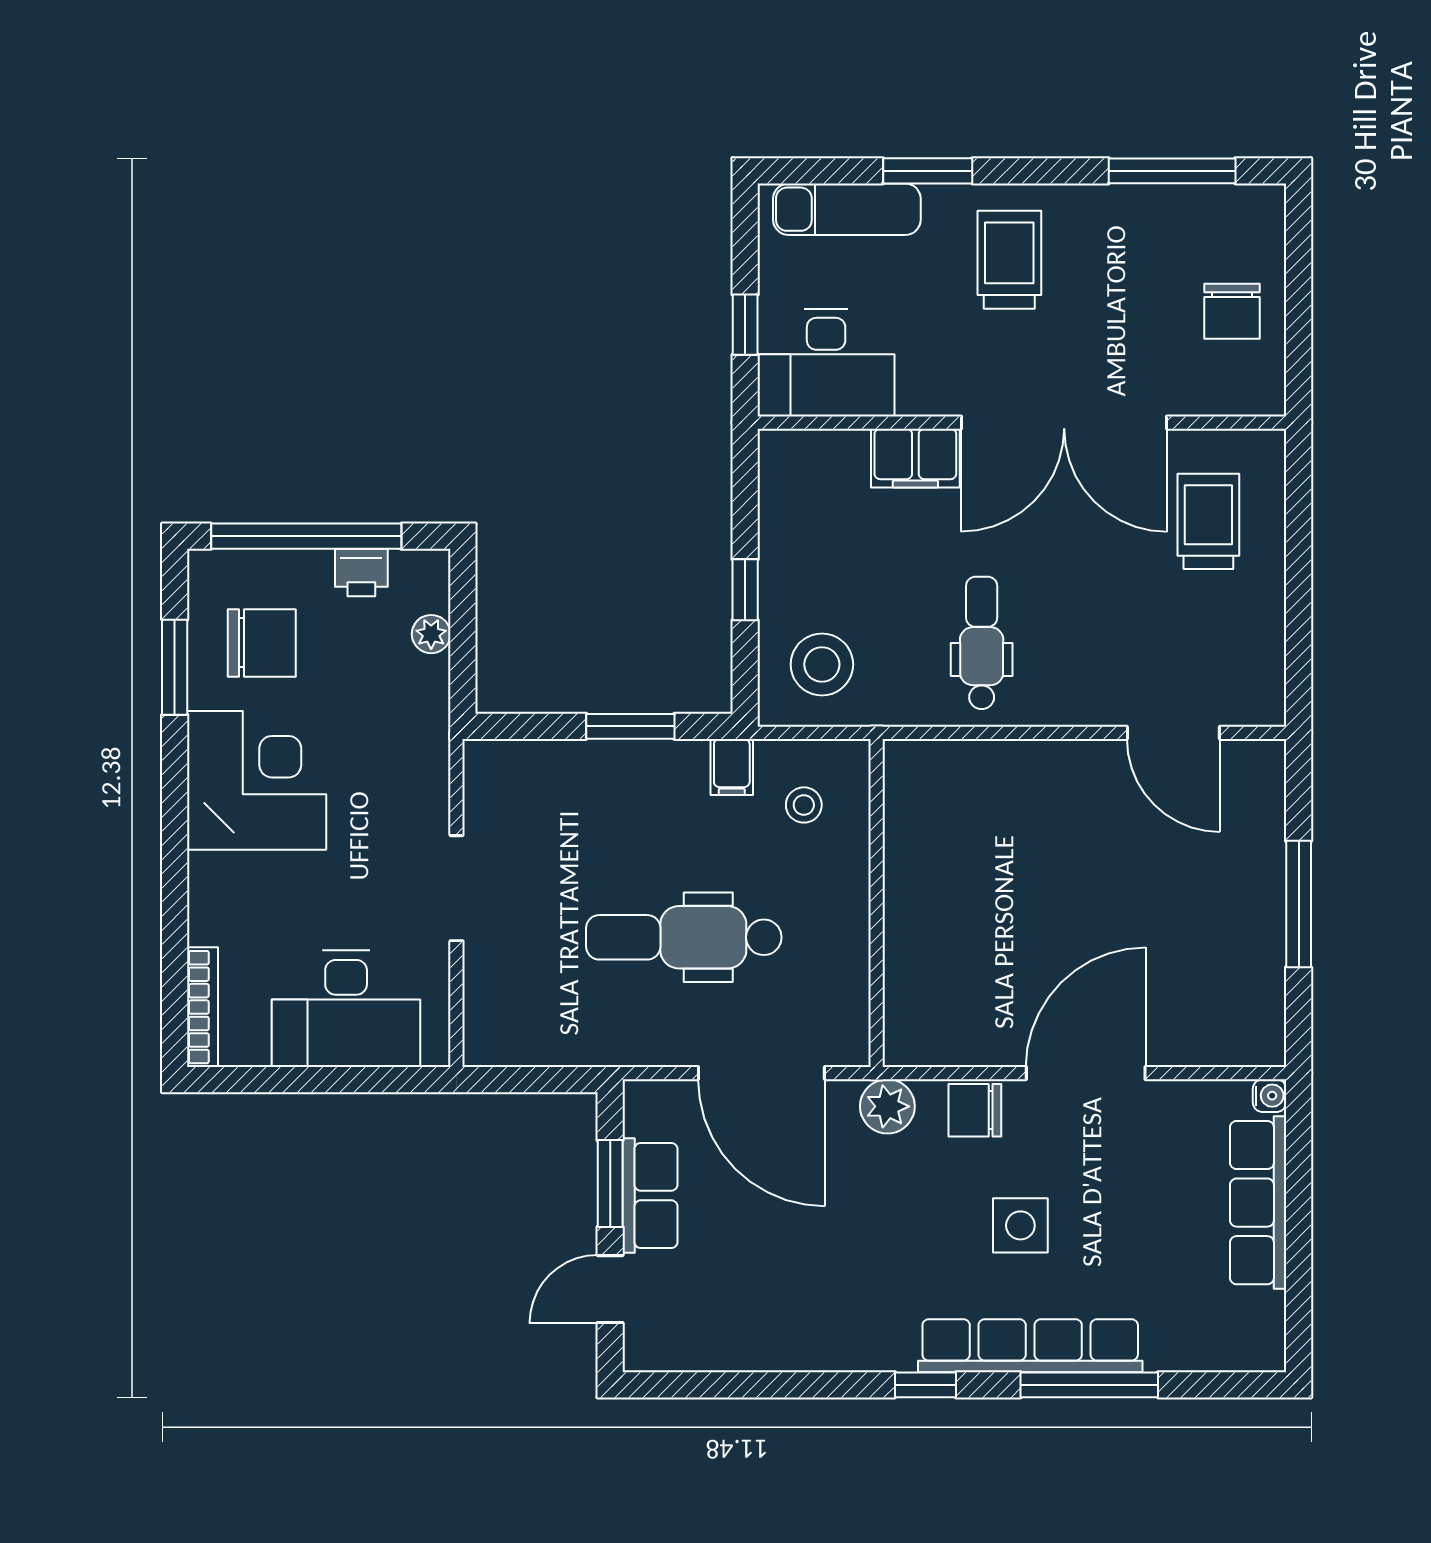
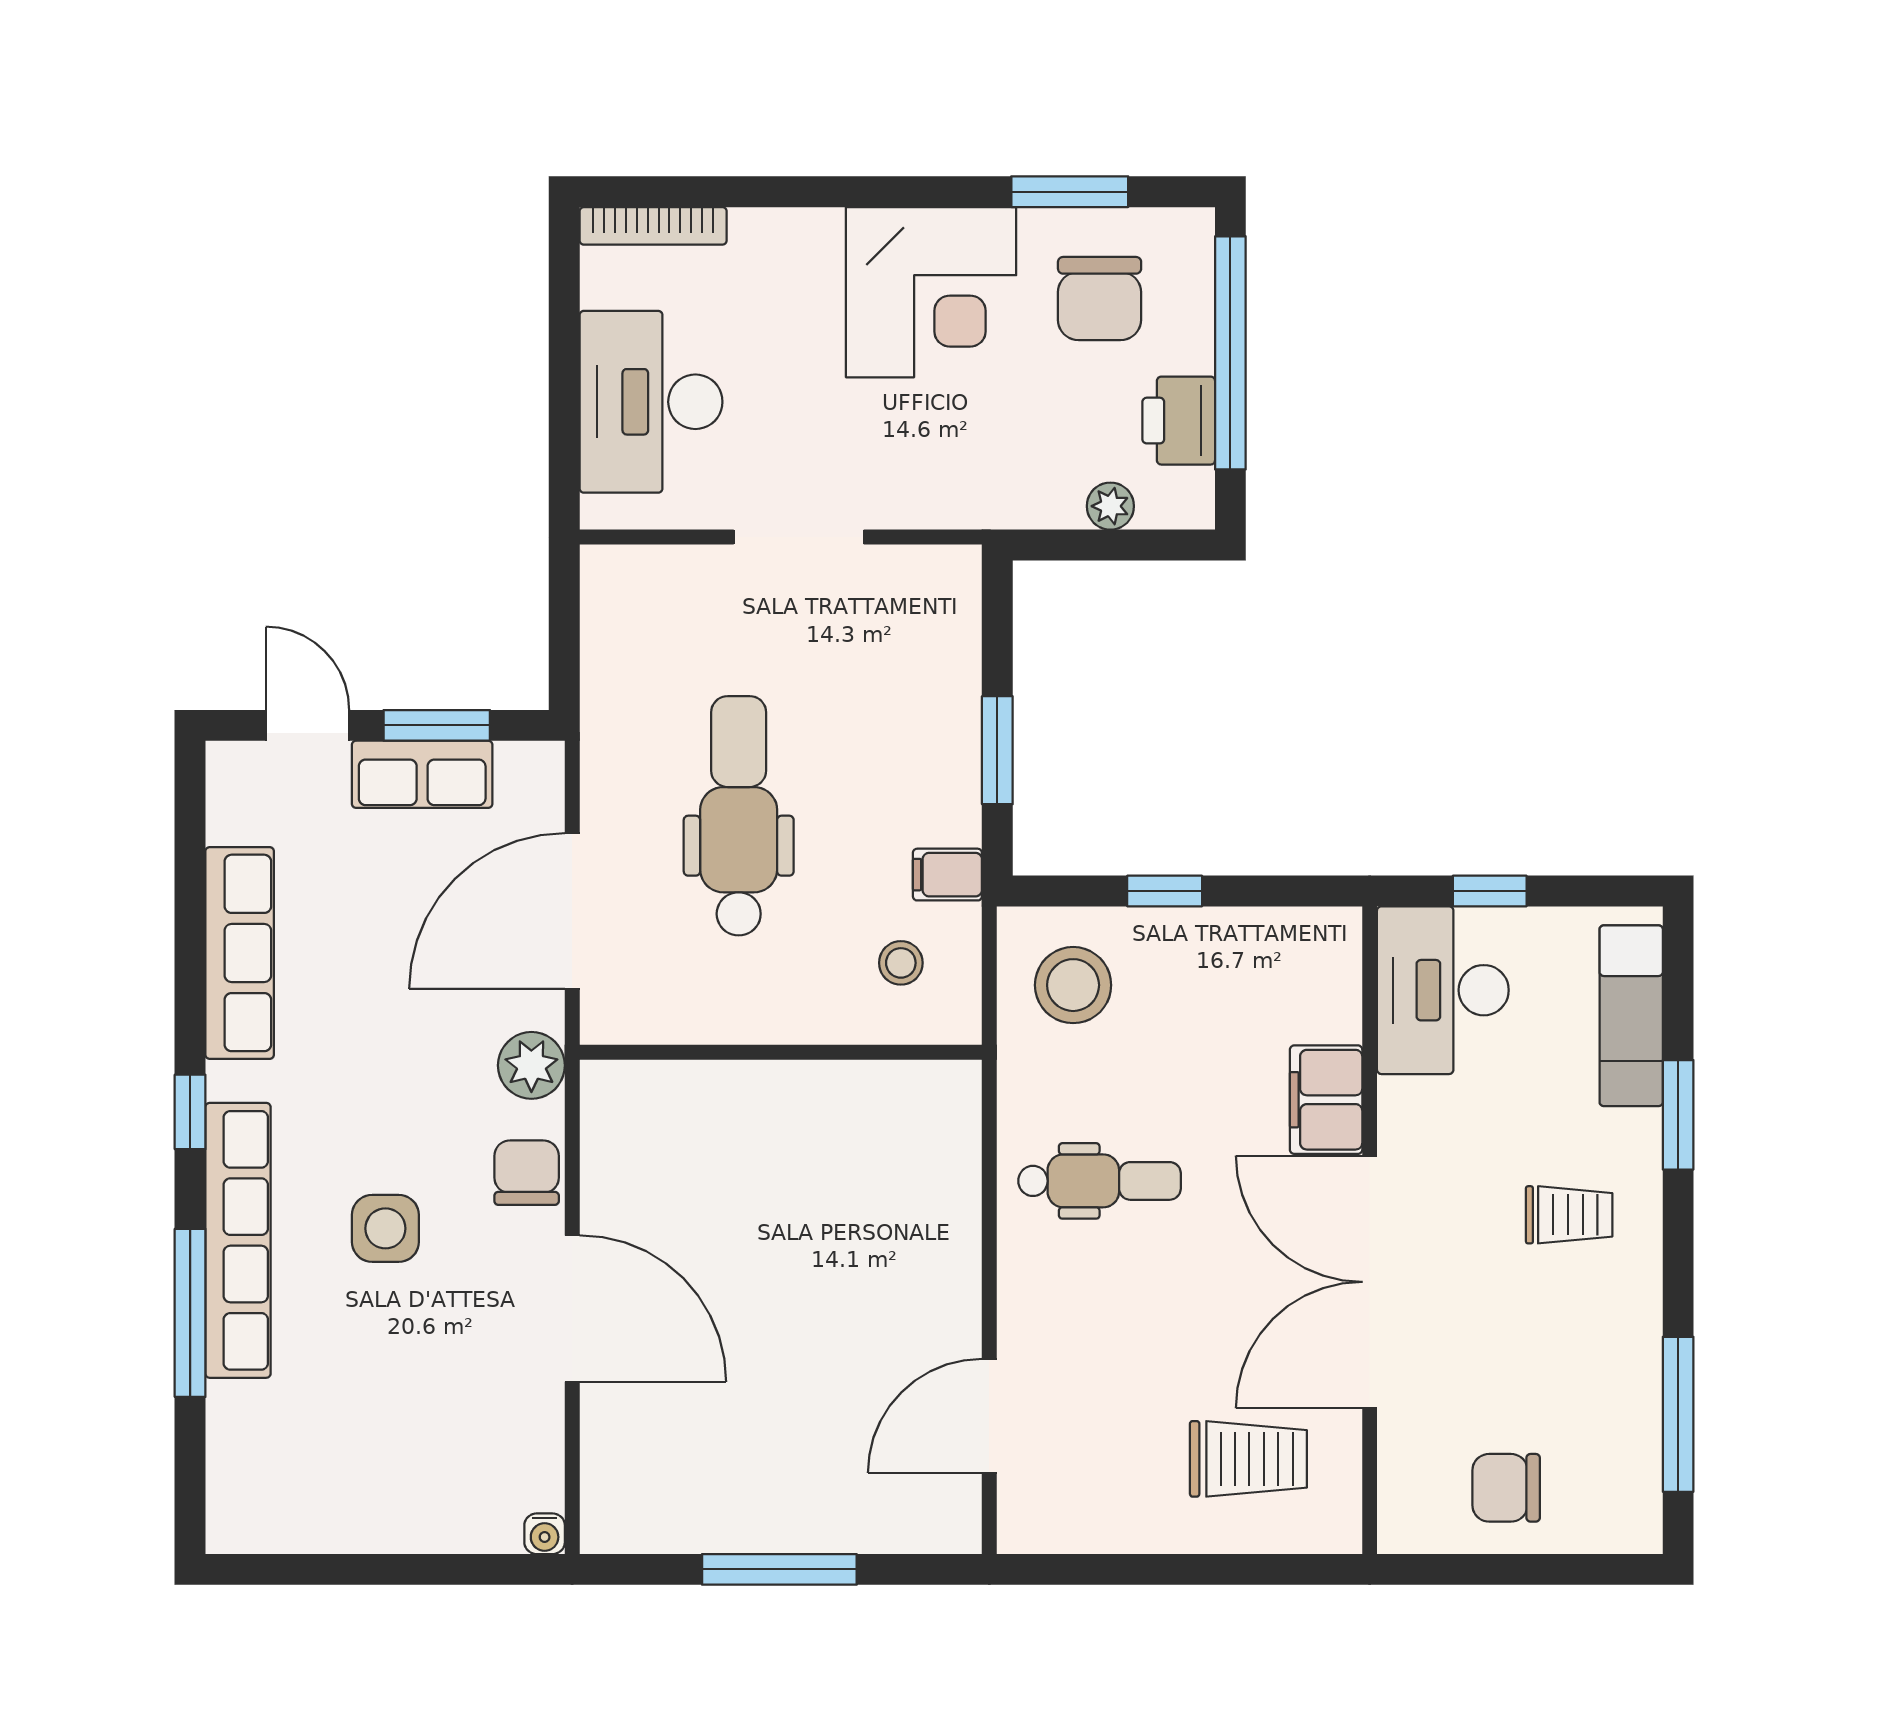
trolley: (1009, 260) -> (1569, 1215), width x0.73, depth x0.72
printer: (361, 573) -> (1179, 421), width x1.36, depth x1.24
row of seats: (1258, 1203) -> (240, 953), moved, turned 90

